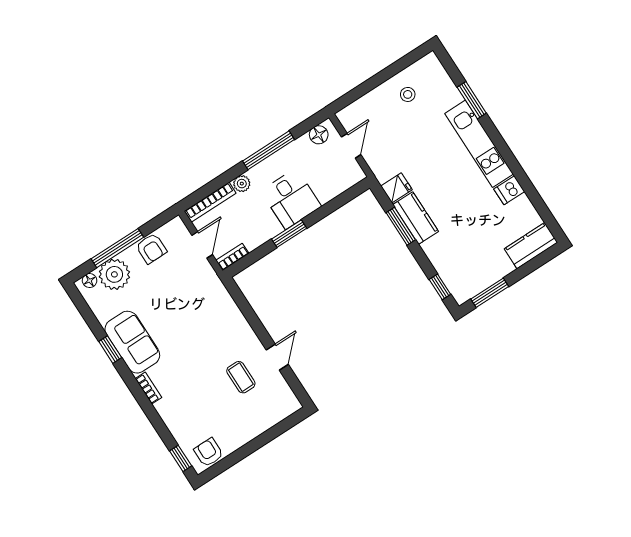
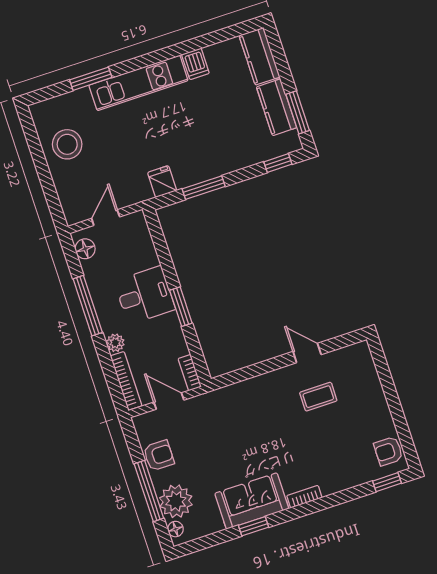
stool: (408, 94) -> (67, 144), width x1.89, depth x1.89
door: (351, 146) -> (106, 218), hinge flipped
kitchen counter: (416, 218) -> (277, 107), moved, turned -90

